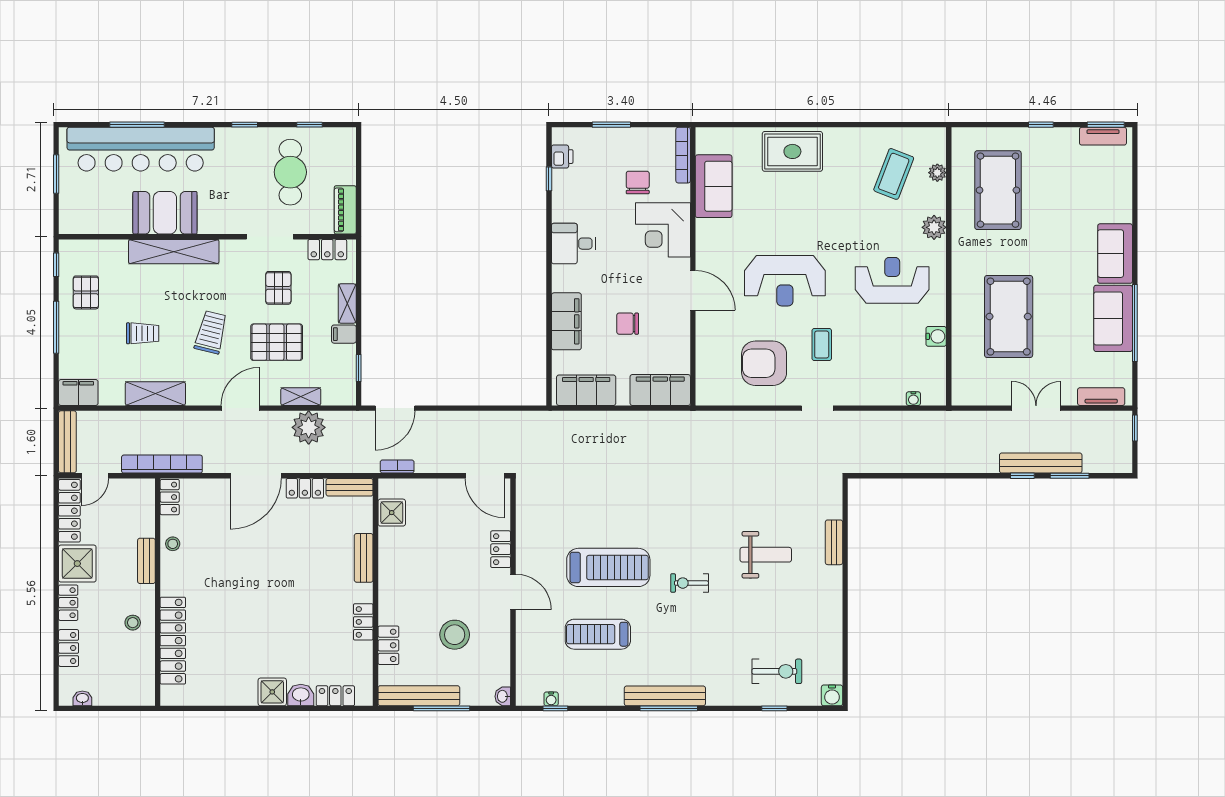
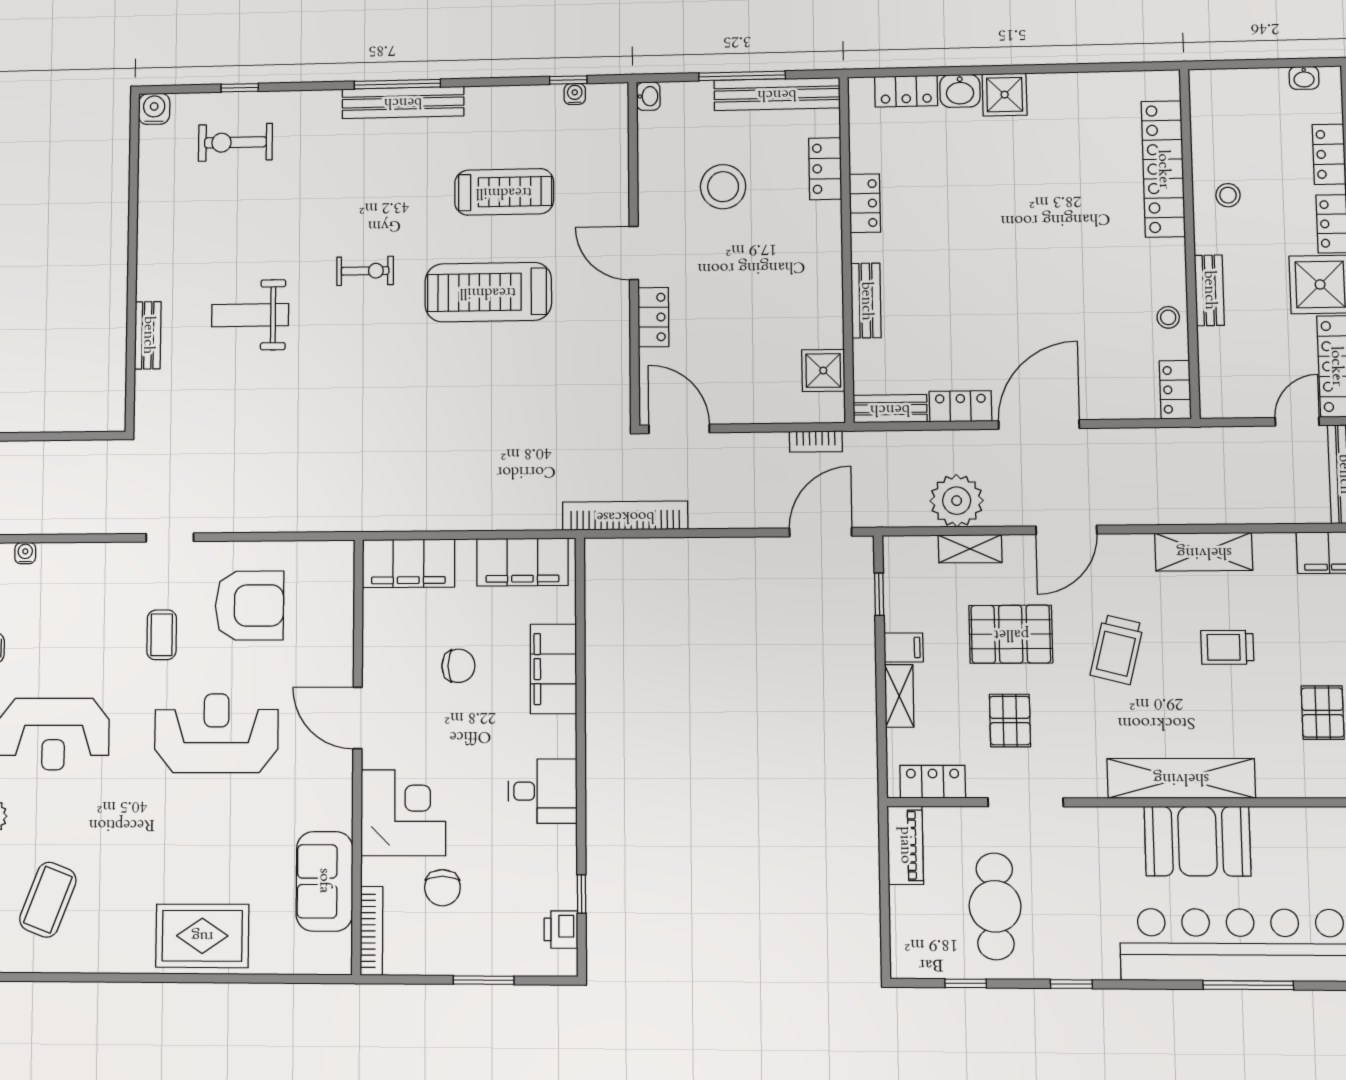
bookcase: (162, 464) -> (625, 516), moved, turned 180

